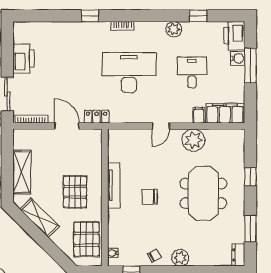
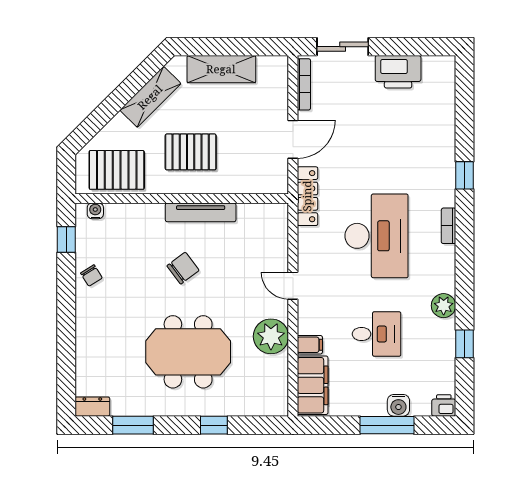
printer: (234, 36) -> (444, 405), width x0.53, depth x0.68
locker: (97, 117) -> (307, 196), width x1.53
chair: (150, 197) -> (183, 268), turned 53
plant: (180, 258) -> (88, 316), removed

